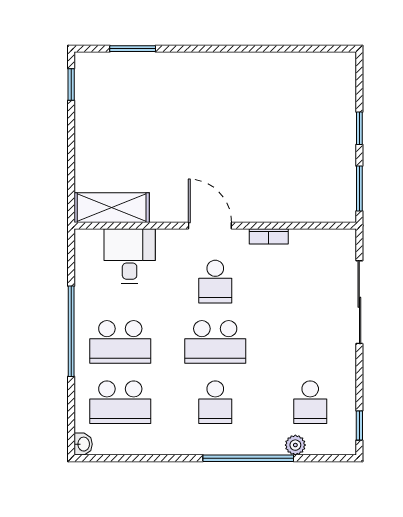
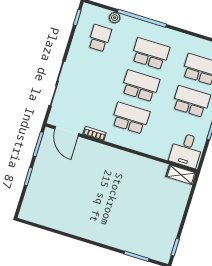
shelving: (112, 208) -> (181, 175), width x0.67, depth x0.75
door: (210, 226) -> (67, 131), moved
desk: (130, 256) -> (186, 150), moved
school desk: (215, 282) -> (131, 118), width x1.85
school desk: (215, 402) -> (150, 54), width x1.85

